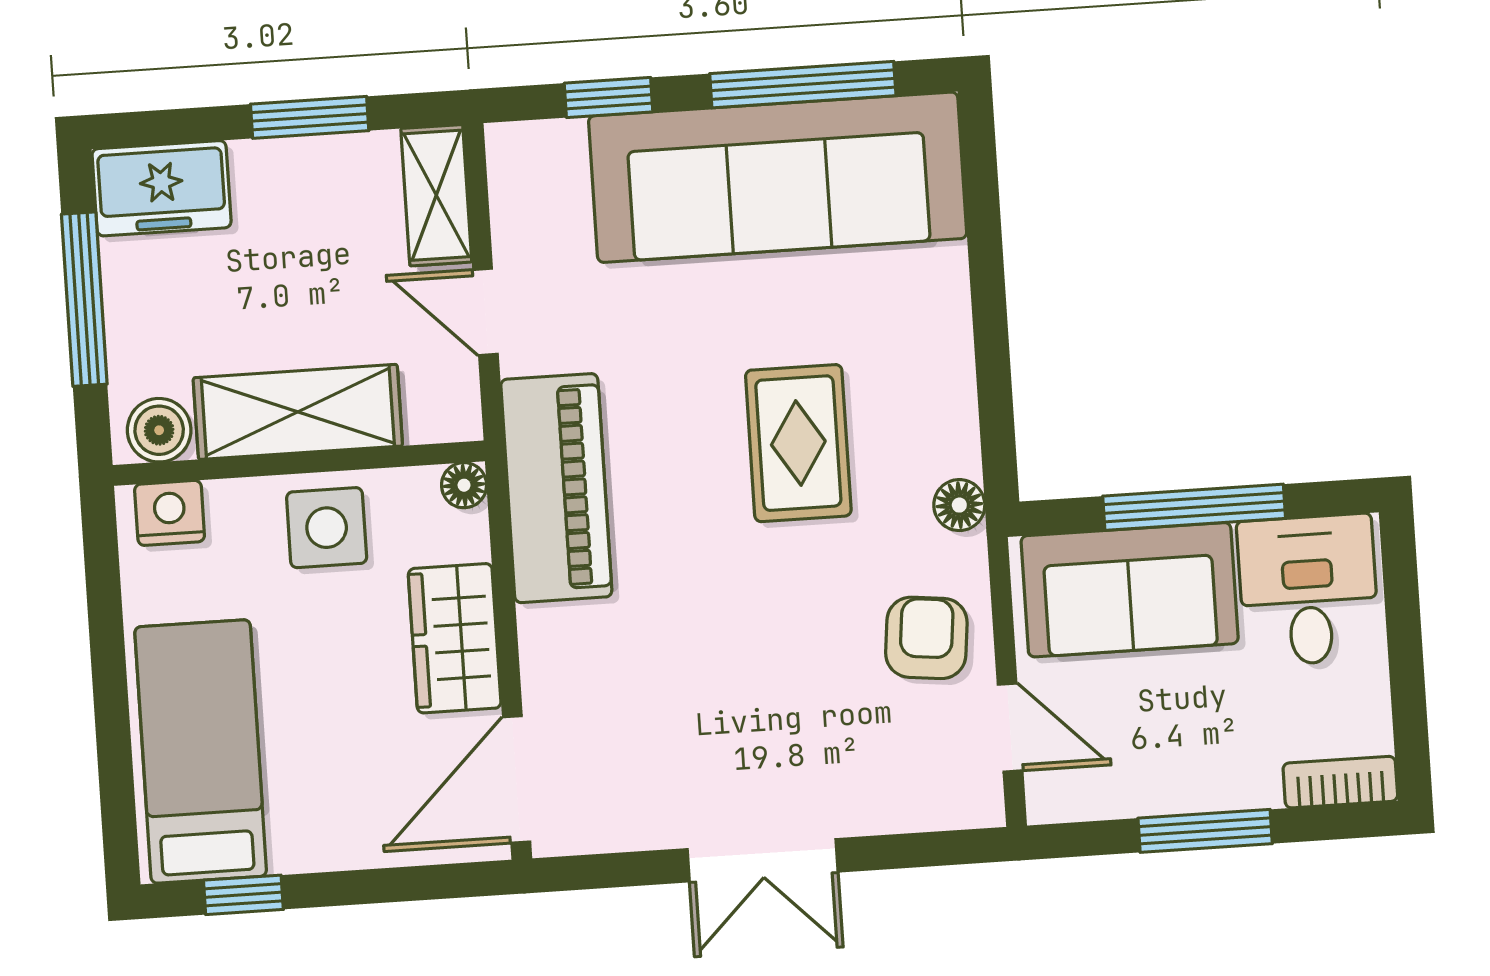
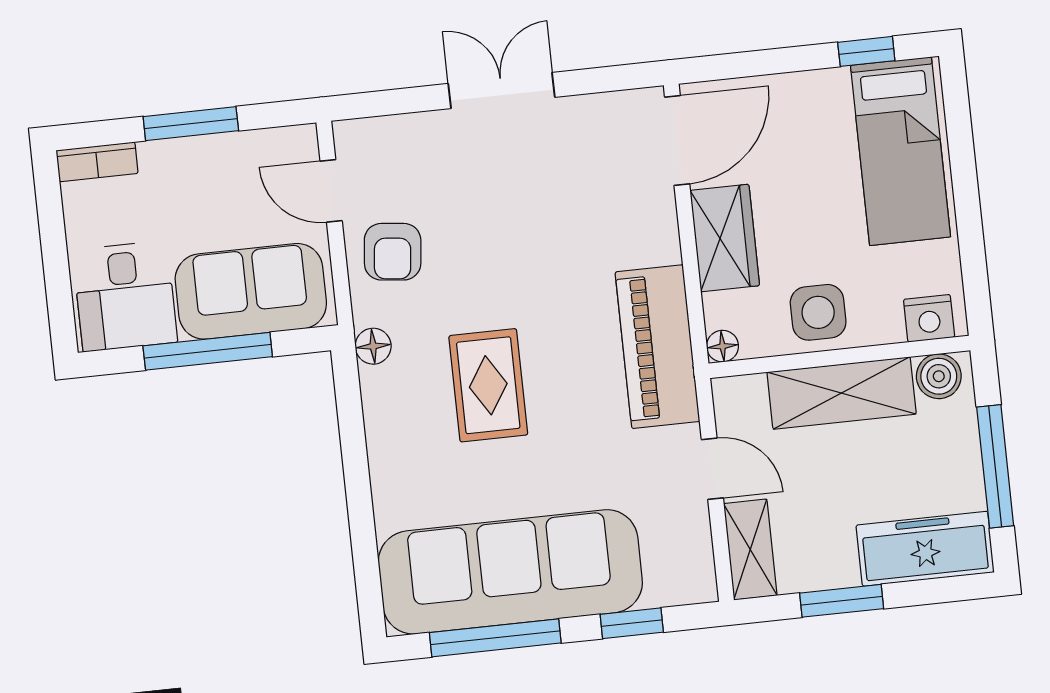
freezer: (162, 188) -> (925, 549), width x1.40

